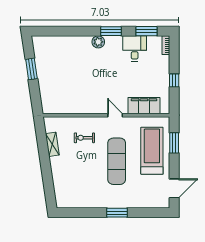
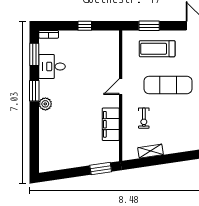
window: (31, 69) -> (101, 169), moved
filing cabinet: (144, 106) -> (111, 124), moved
treadmill: (152, 151) -> (157, 49), width x0.73, depth x0.73

